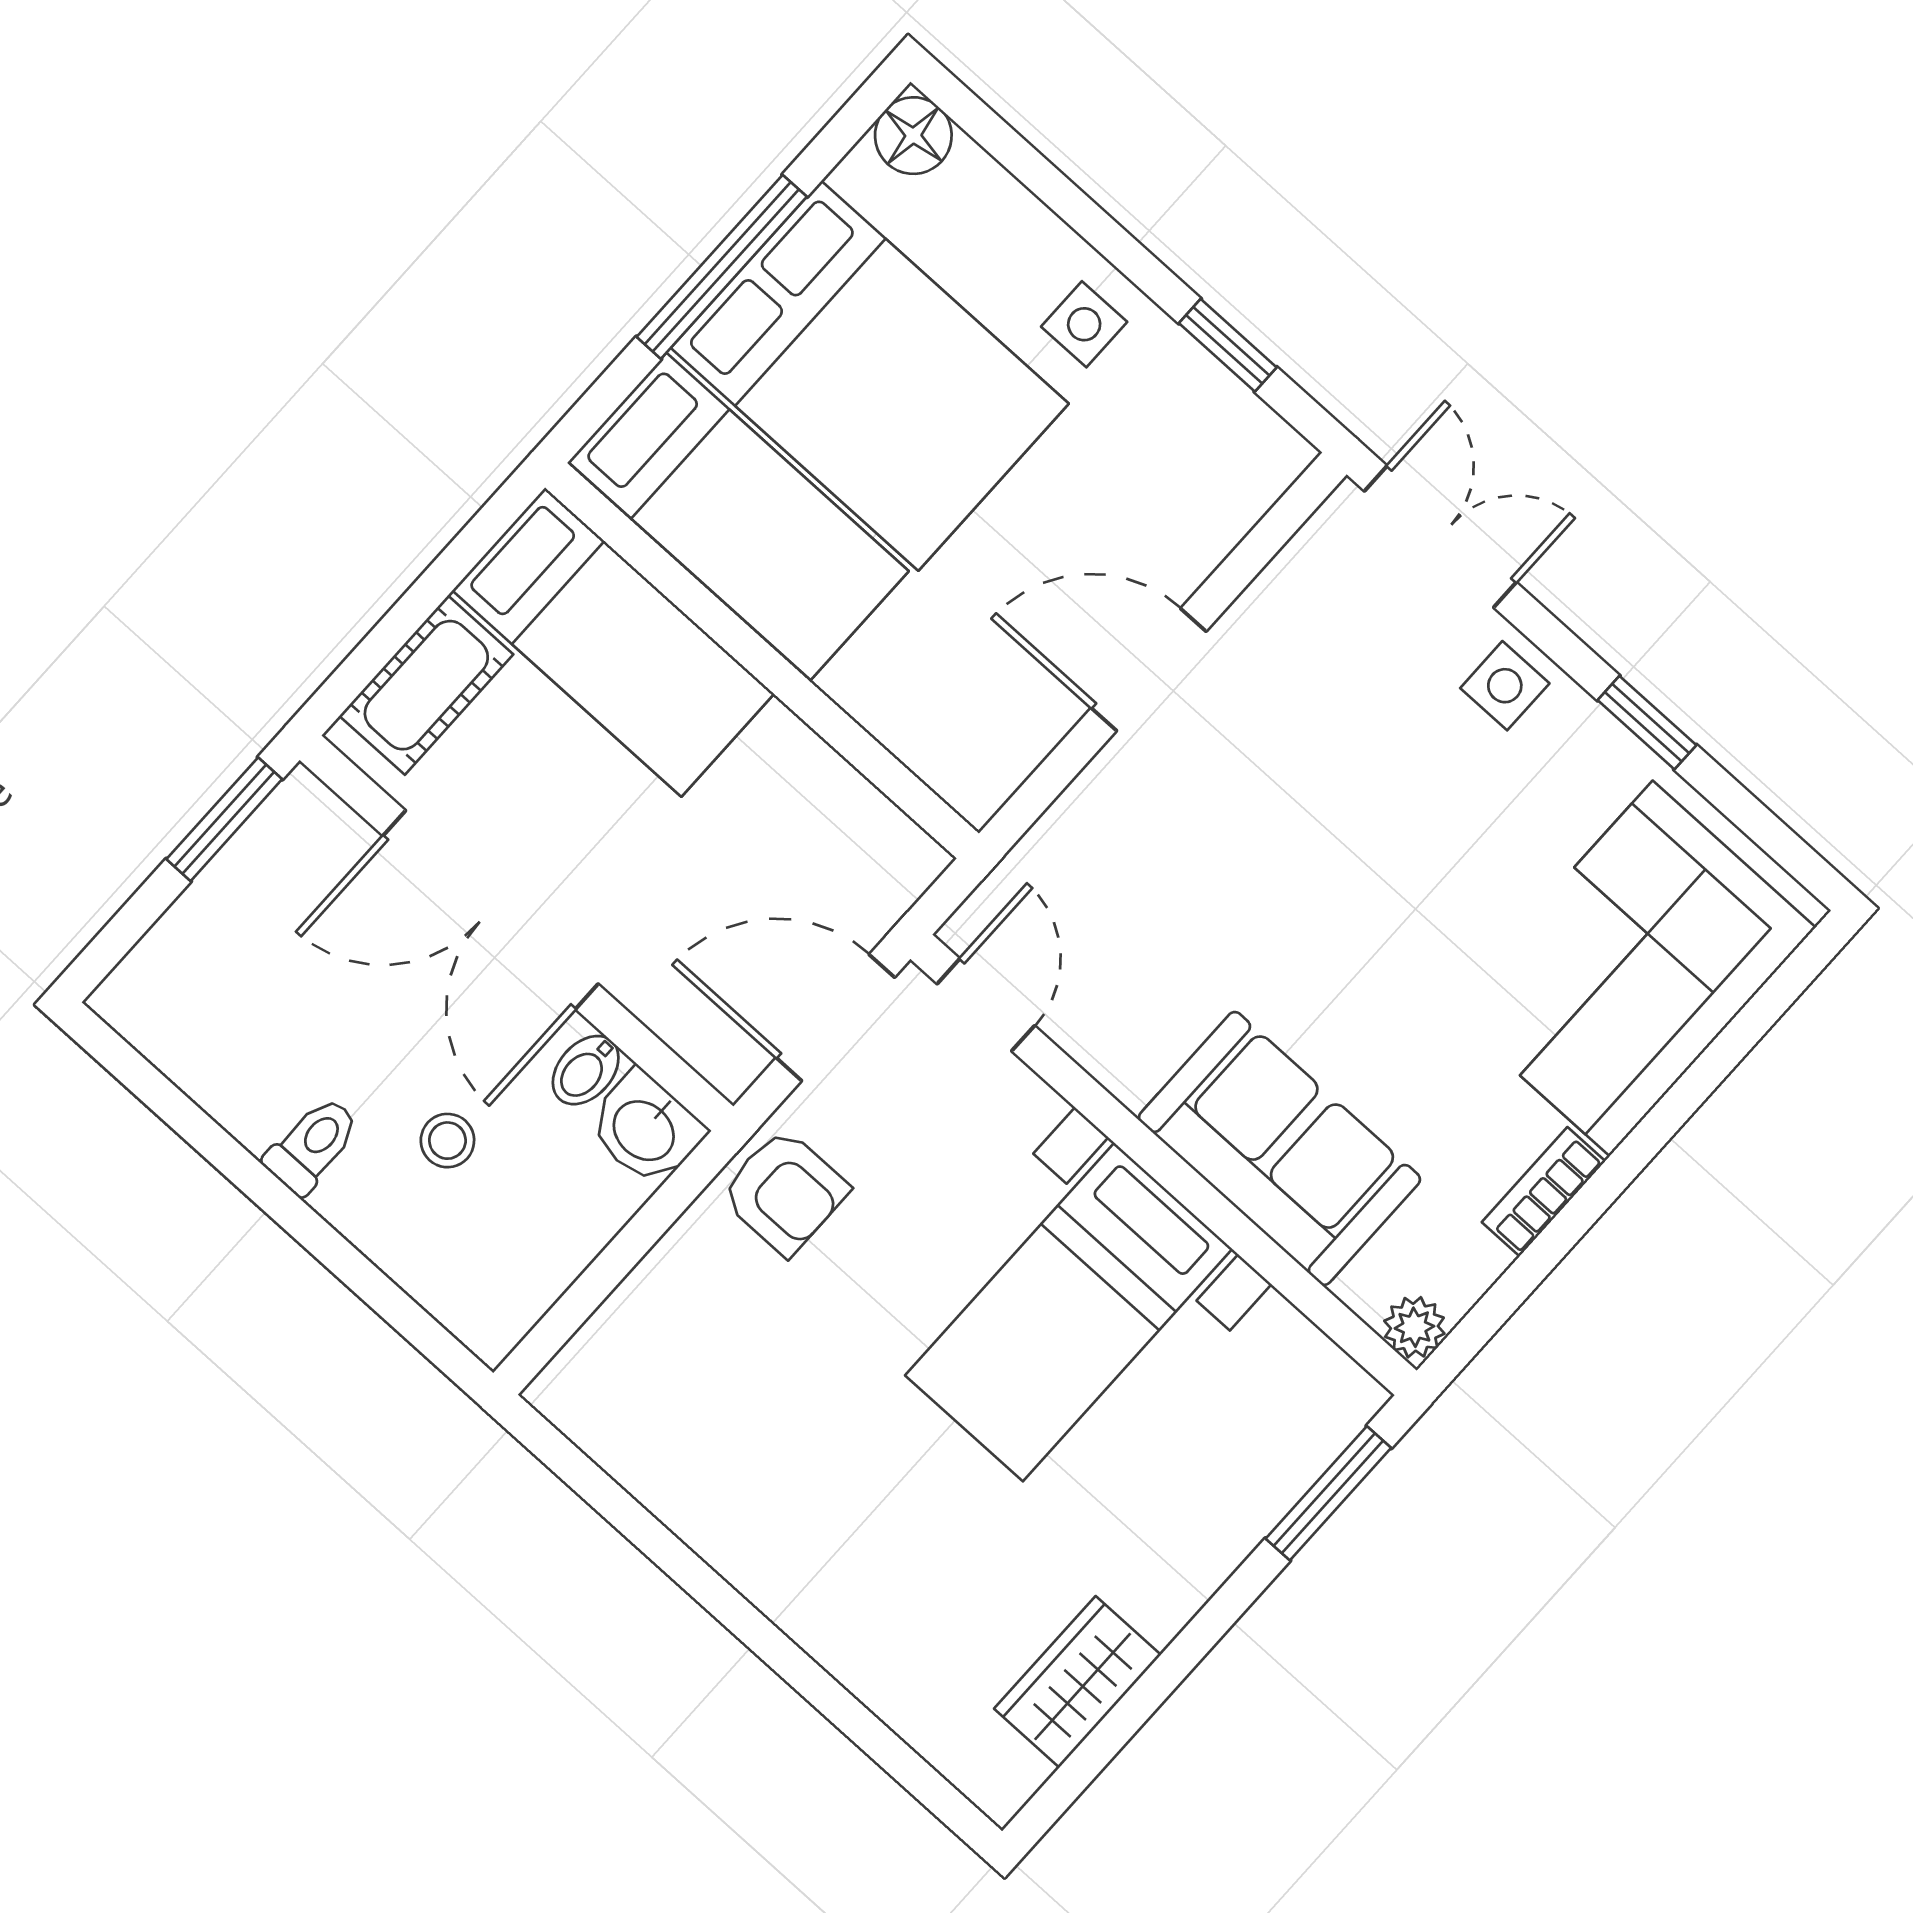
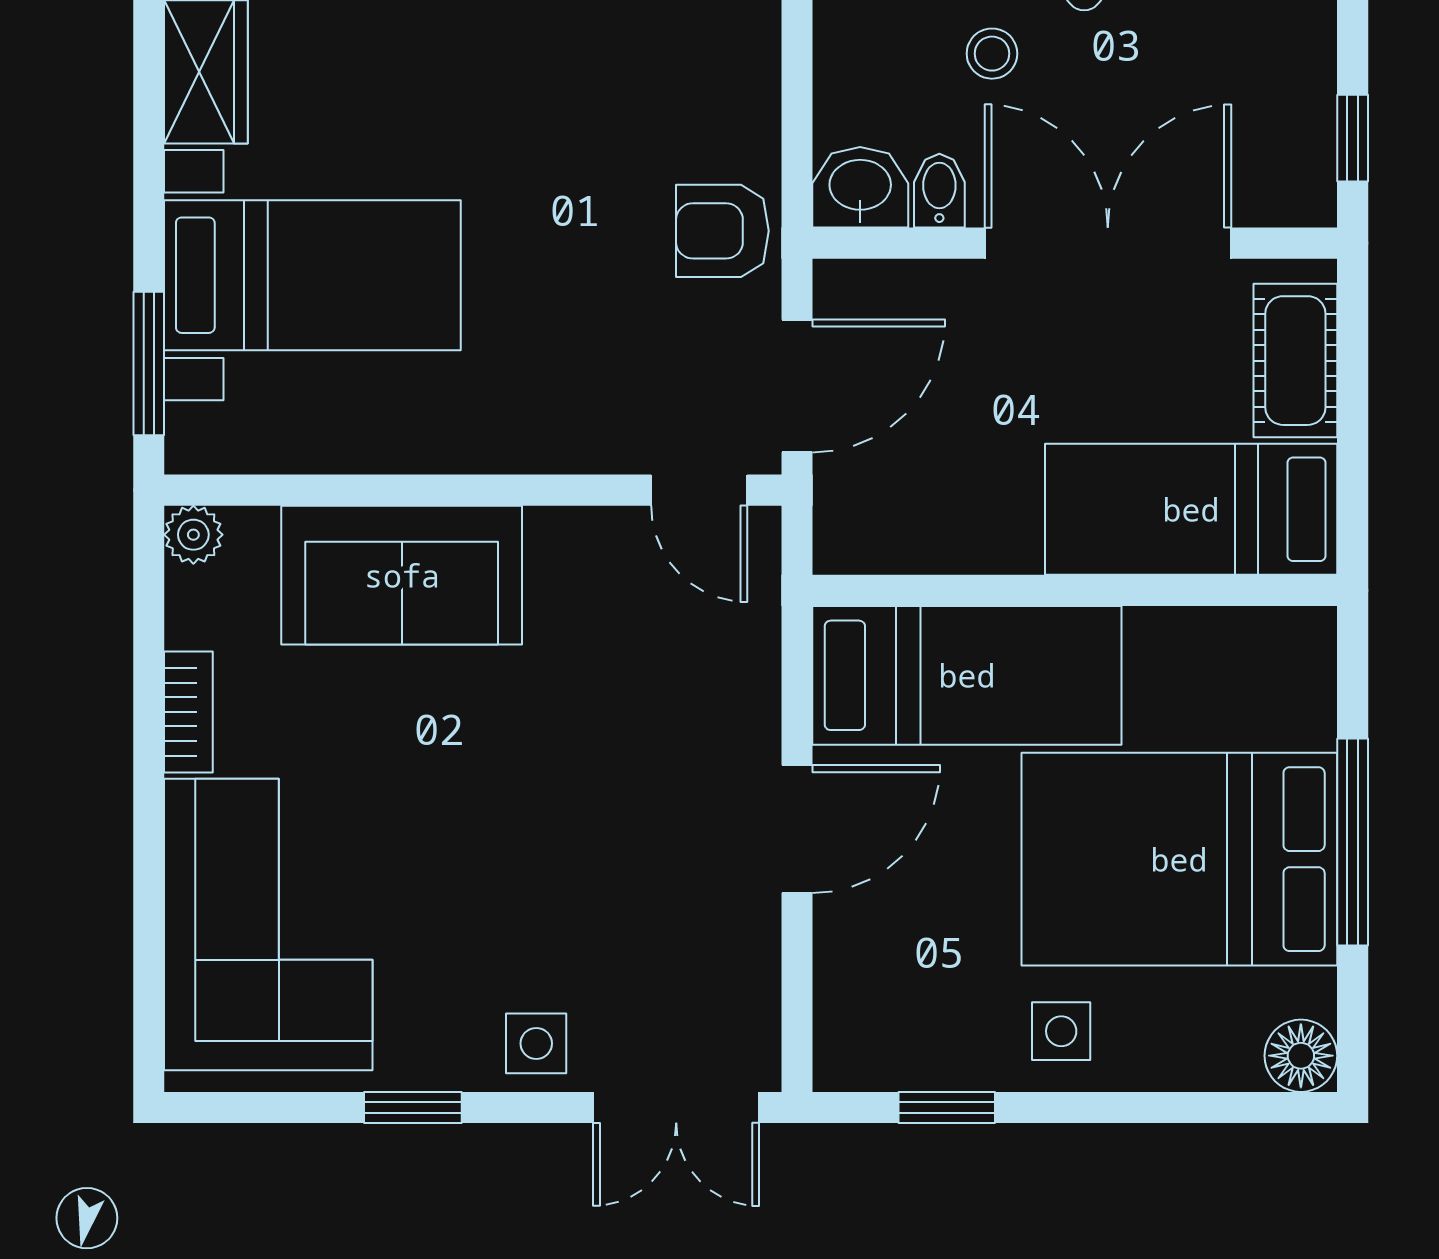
bed: (738, 516) -> (967, 675), moved, turned 180
window: (224, 819) -> (1353, 138), width x0.67
bed with nightstands: (1069, 1312) -> (312, 275), moved, turned 90

